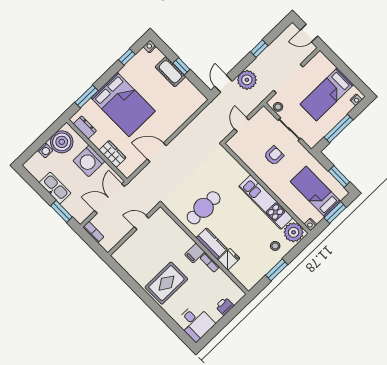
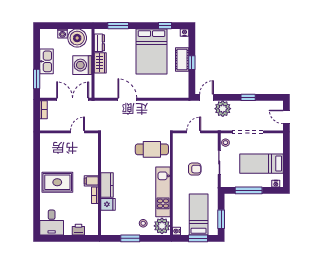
bed: (123, 104) -> (152, 51), moved
wardrobe: (113, 154) -> (100, 63), moved
cafe table: (204, 208) -> (152, 149), moved
door: (141, 223) -> (78, 132), hinge flipped

